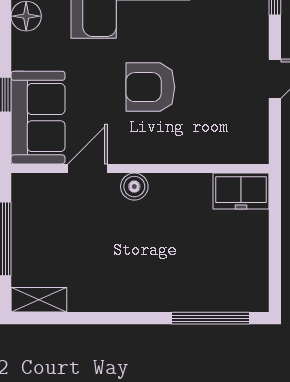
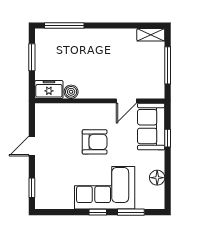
boiler: (134, 187) -> (71, 92), moved
window: (275, 255) -> (32, 57), added

